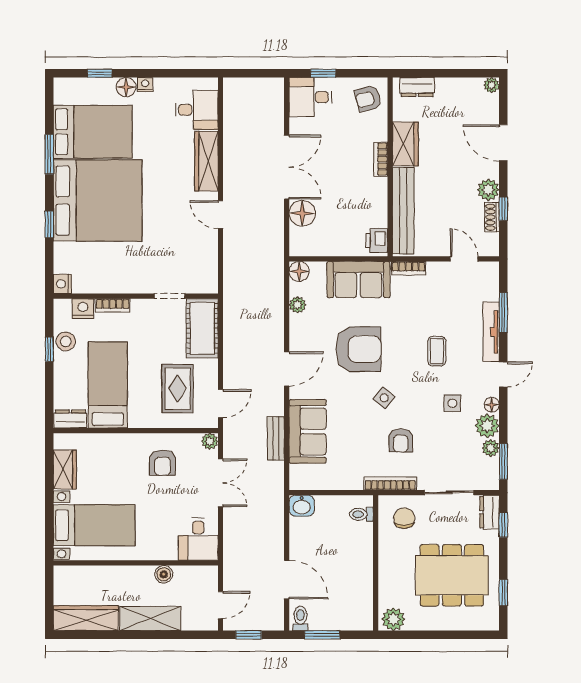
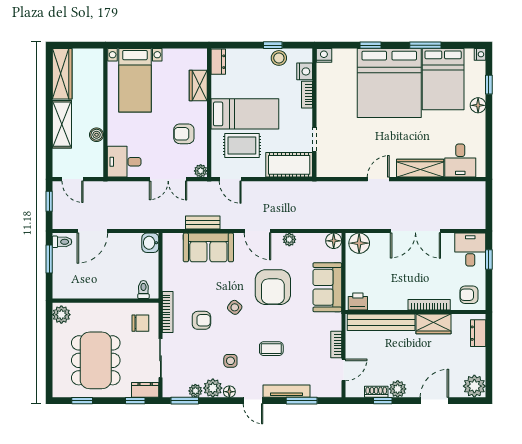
nightstand: (145, 85) -> (480, 54), moved
plant: (492, 85) -> (474, 386), width x1.87, depth x1.87
armchair: (368, 99) -> (469, 295), turned -75
bookcase: (381, 159) -> (429, 305), width x1.56
floor lamp: (302, 213) -> (359, 243), moved
bookcase: (409, 268) -> (336, 344), moved
plant: (297, 305) -> (289, 239), moved
bed: (108, 385) -> (245, 114), moved
armchair: (401, 440) -> (201, 320), turned 180
wardrobe: (65, 469) -> (198, 86), moved, turned 90

